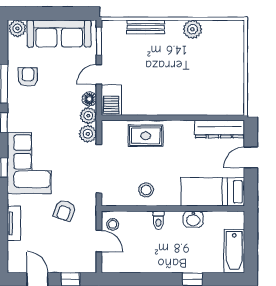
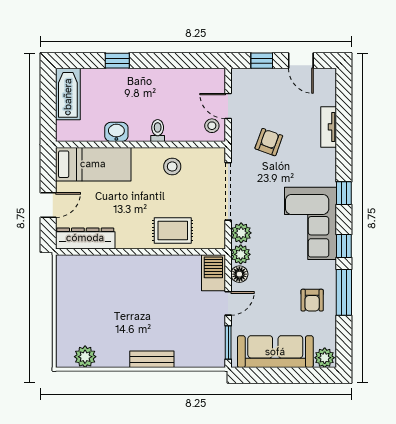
bench: (146, 27) -> (152, 359), moved
plant: (192, 29) -> (85, 357), moved
corner sofa: (29, 163) -> (310, 223), moved

